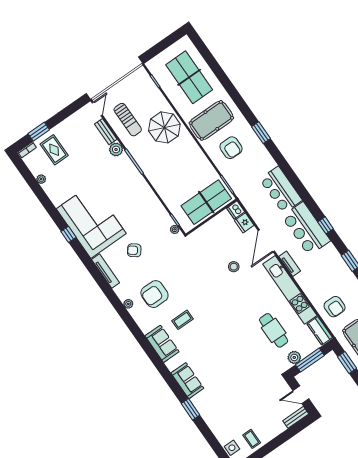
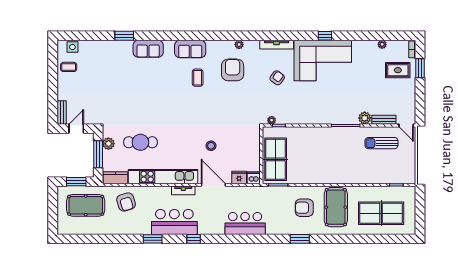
parasol: (164, 127) -> (356, 167), removed
bar counter: (306, 229) -> (174, 222), moved
armchair: (335, 307) -> (126, 202), turned -107

